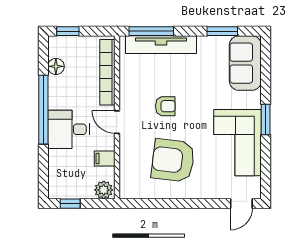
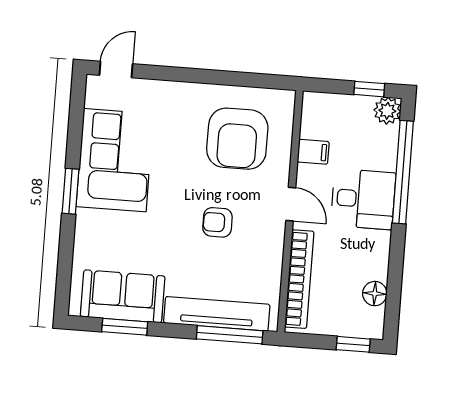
sofa: (245, 63) -> (123, 296), moved, turned -90
window: (43, 110) -> (403, 172), moved
armchair: (173, 160) -> (237, 139), moved, turned 83
plant: (104, 190) -> (387, 111), moved

